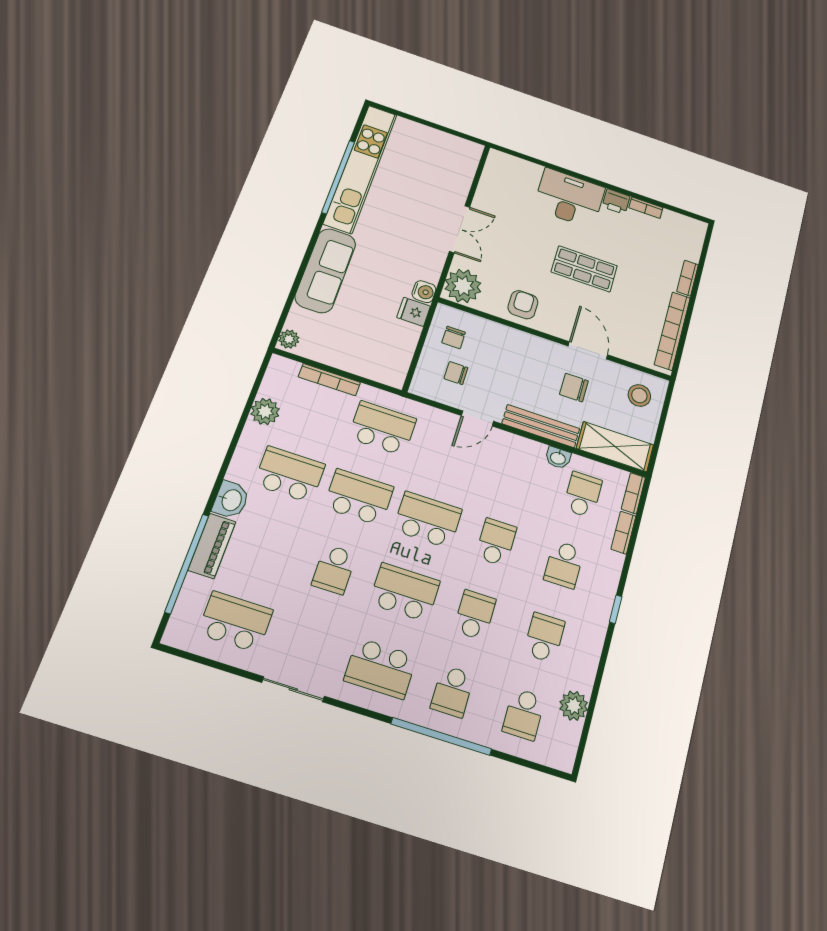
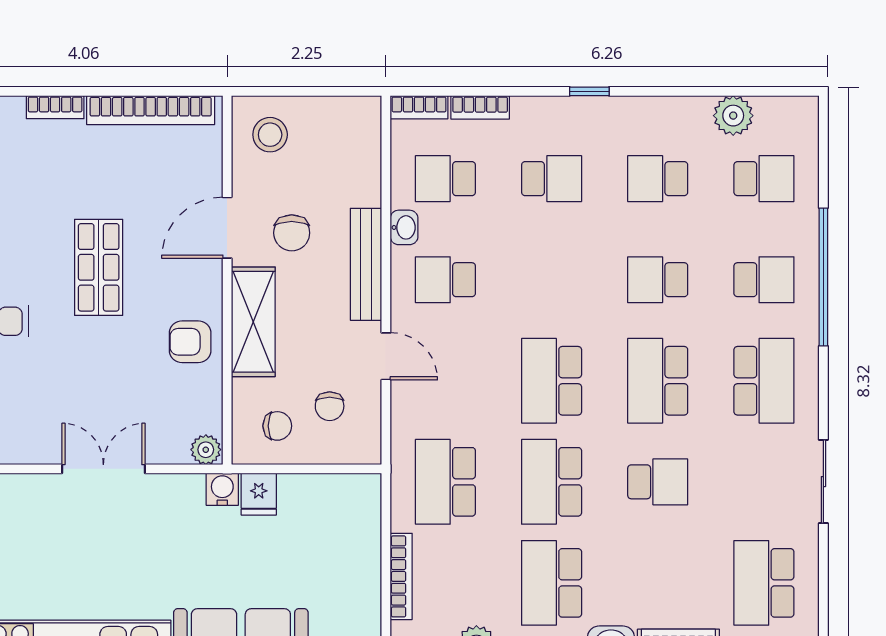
plant: (463, 286) -> (206, 450), width x0.53, depth x0.53
shelving: (615, 447) -> (253, 322), moved
school desk: (496, 542) -> (445, 280), moved

